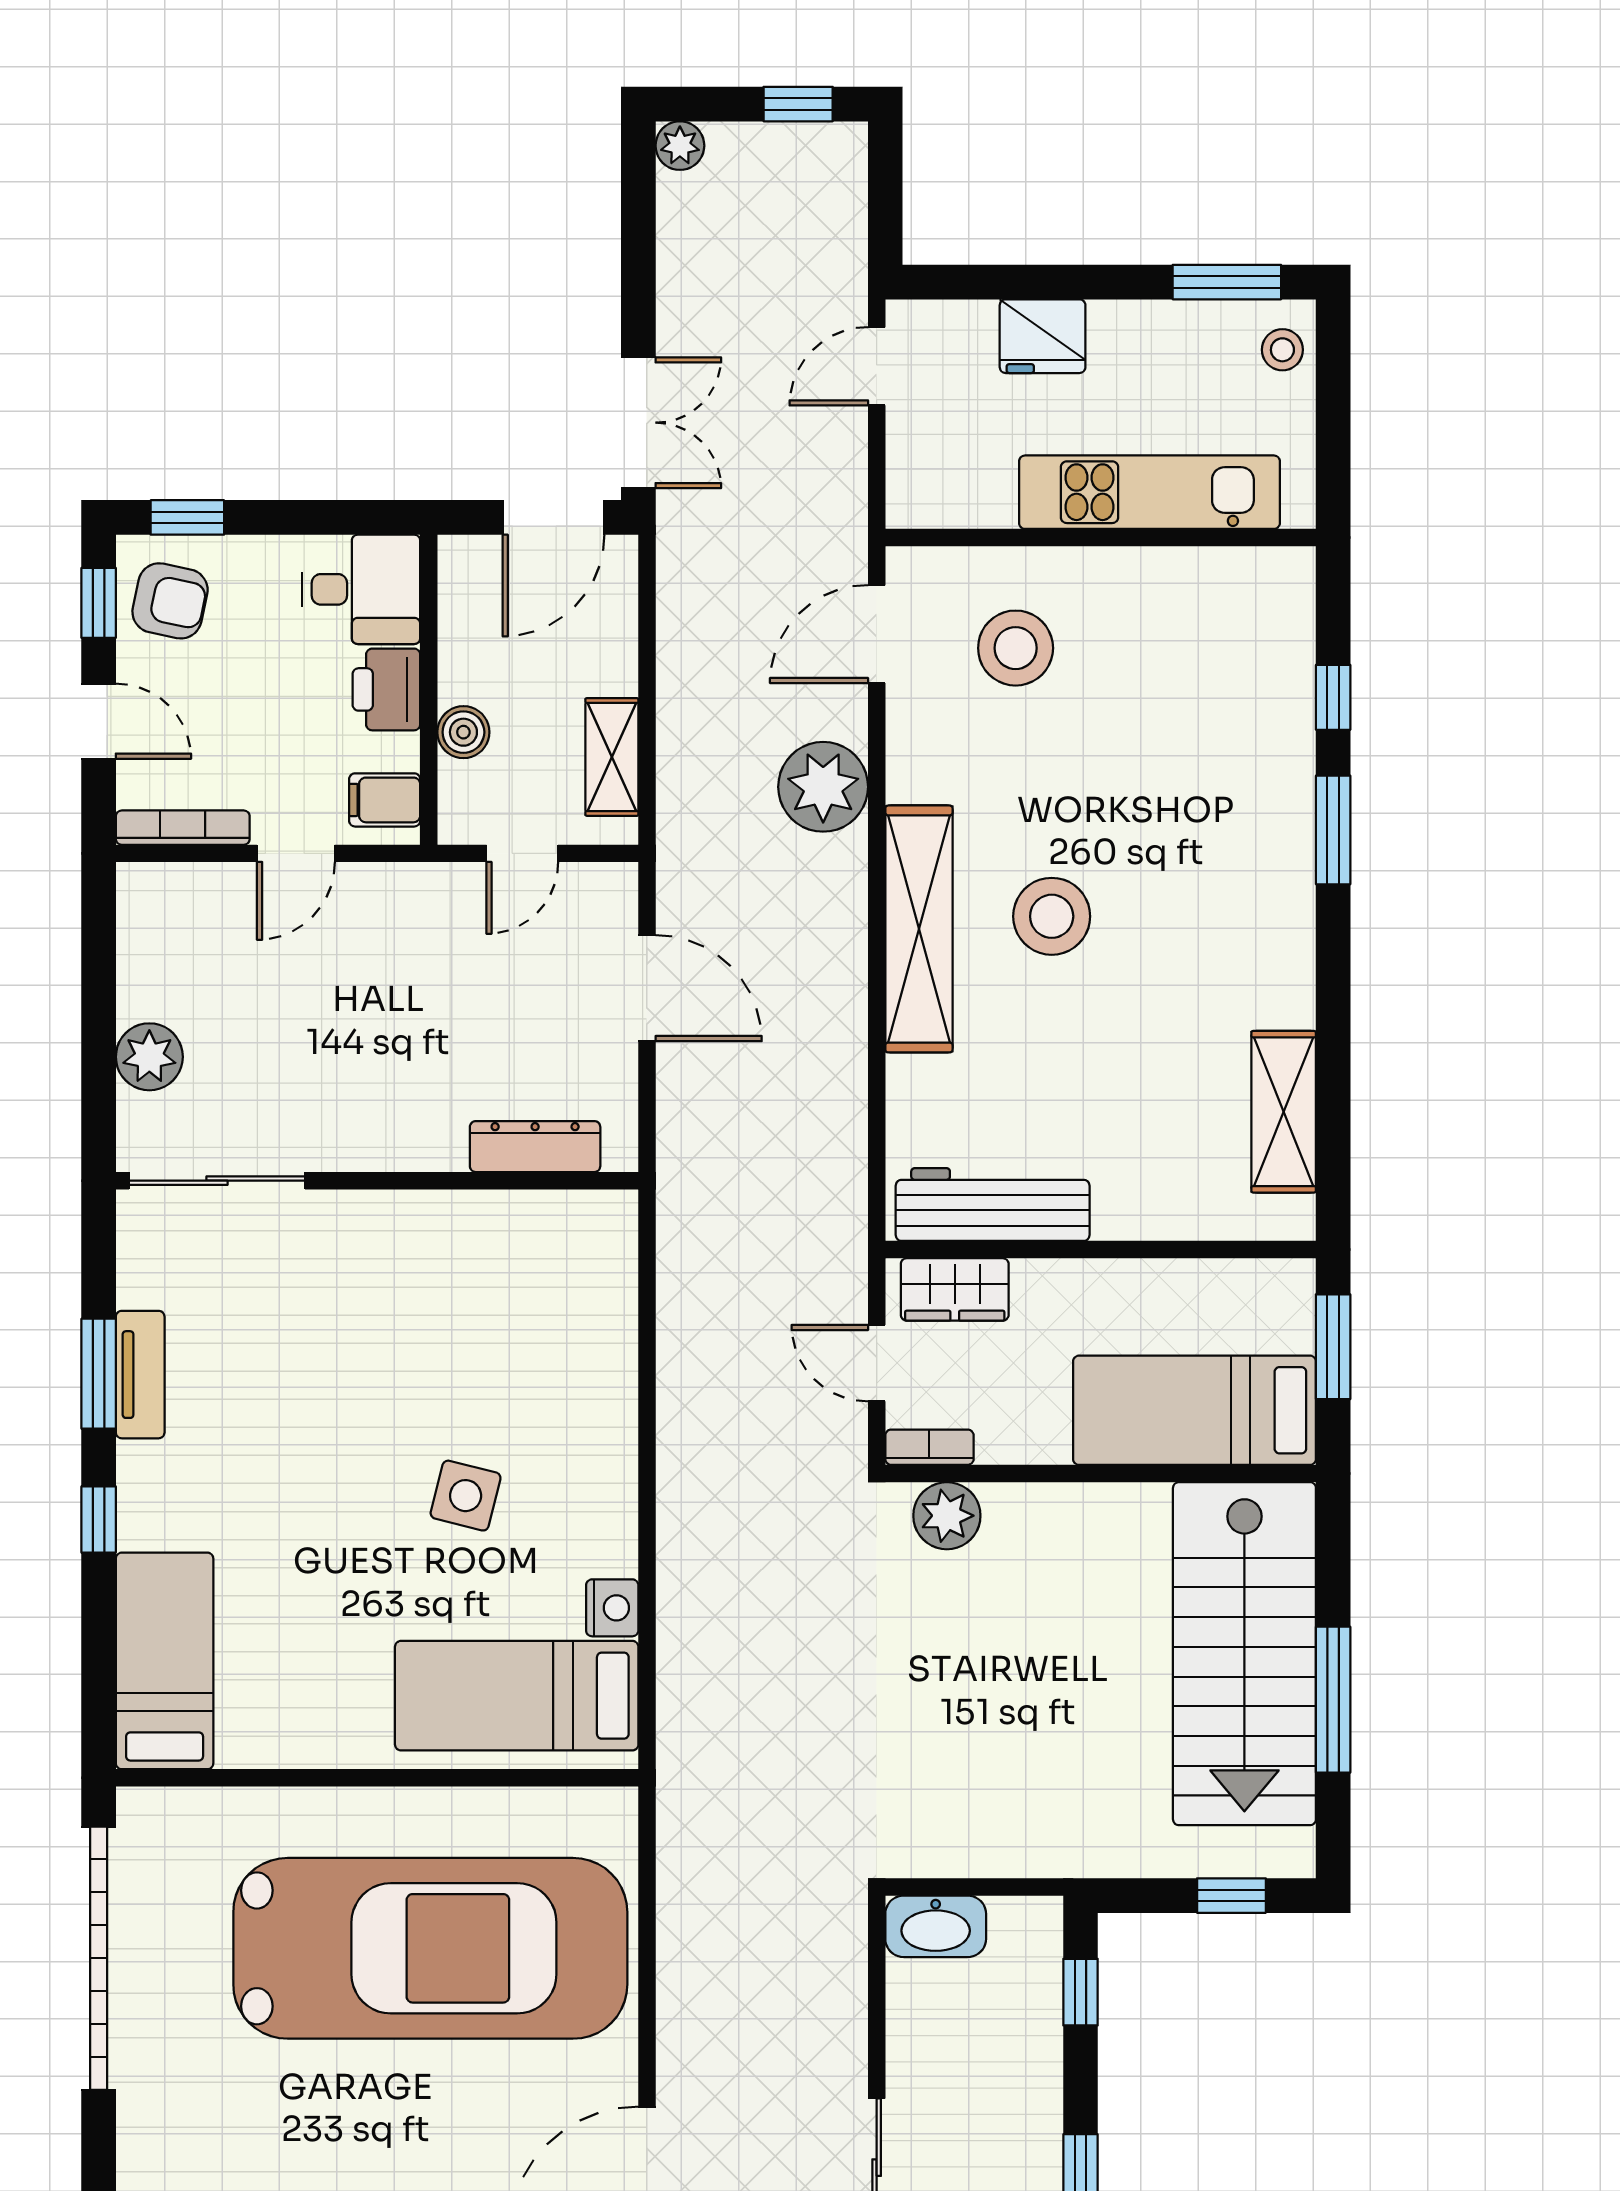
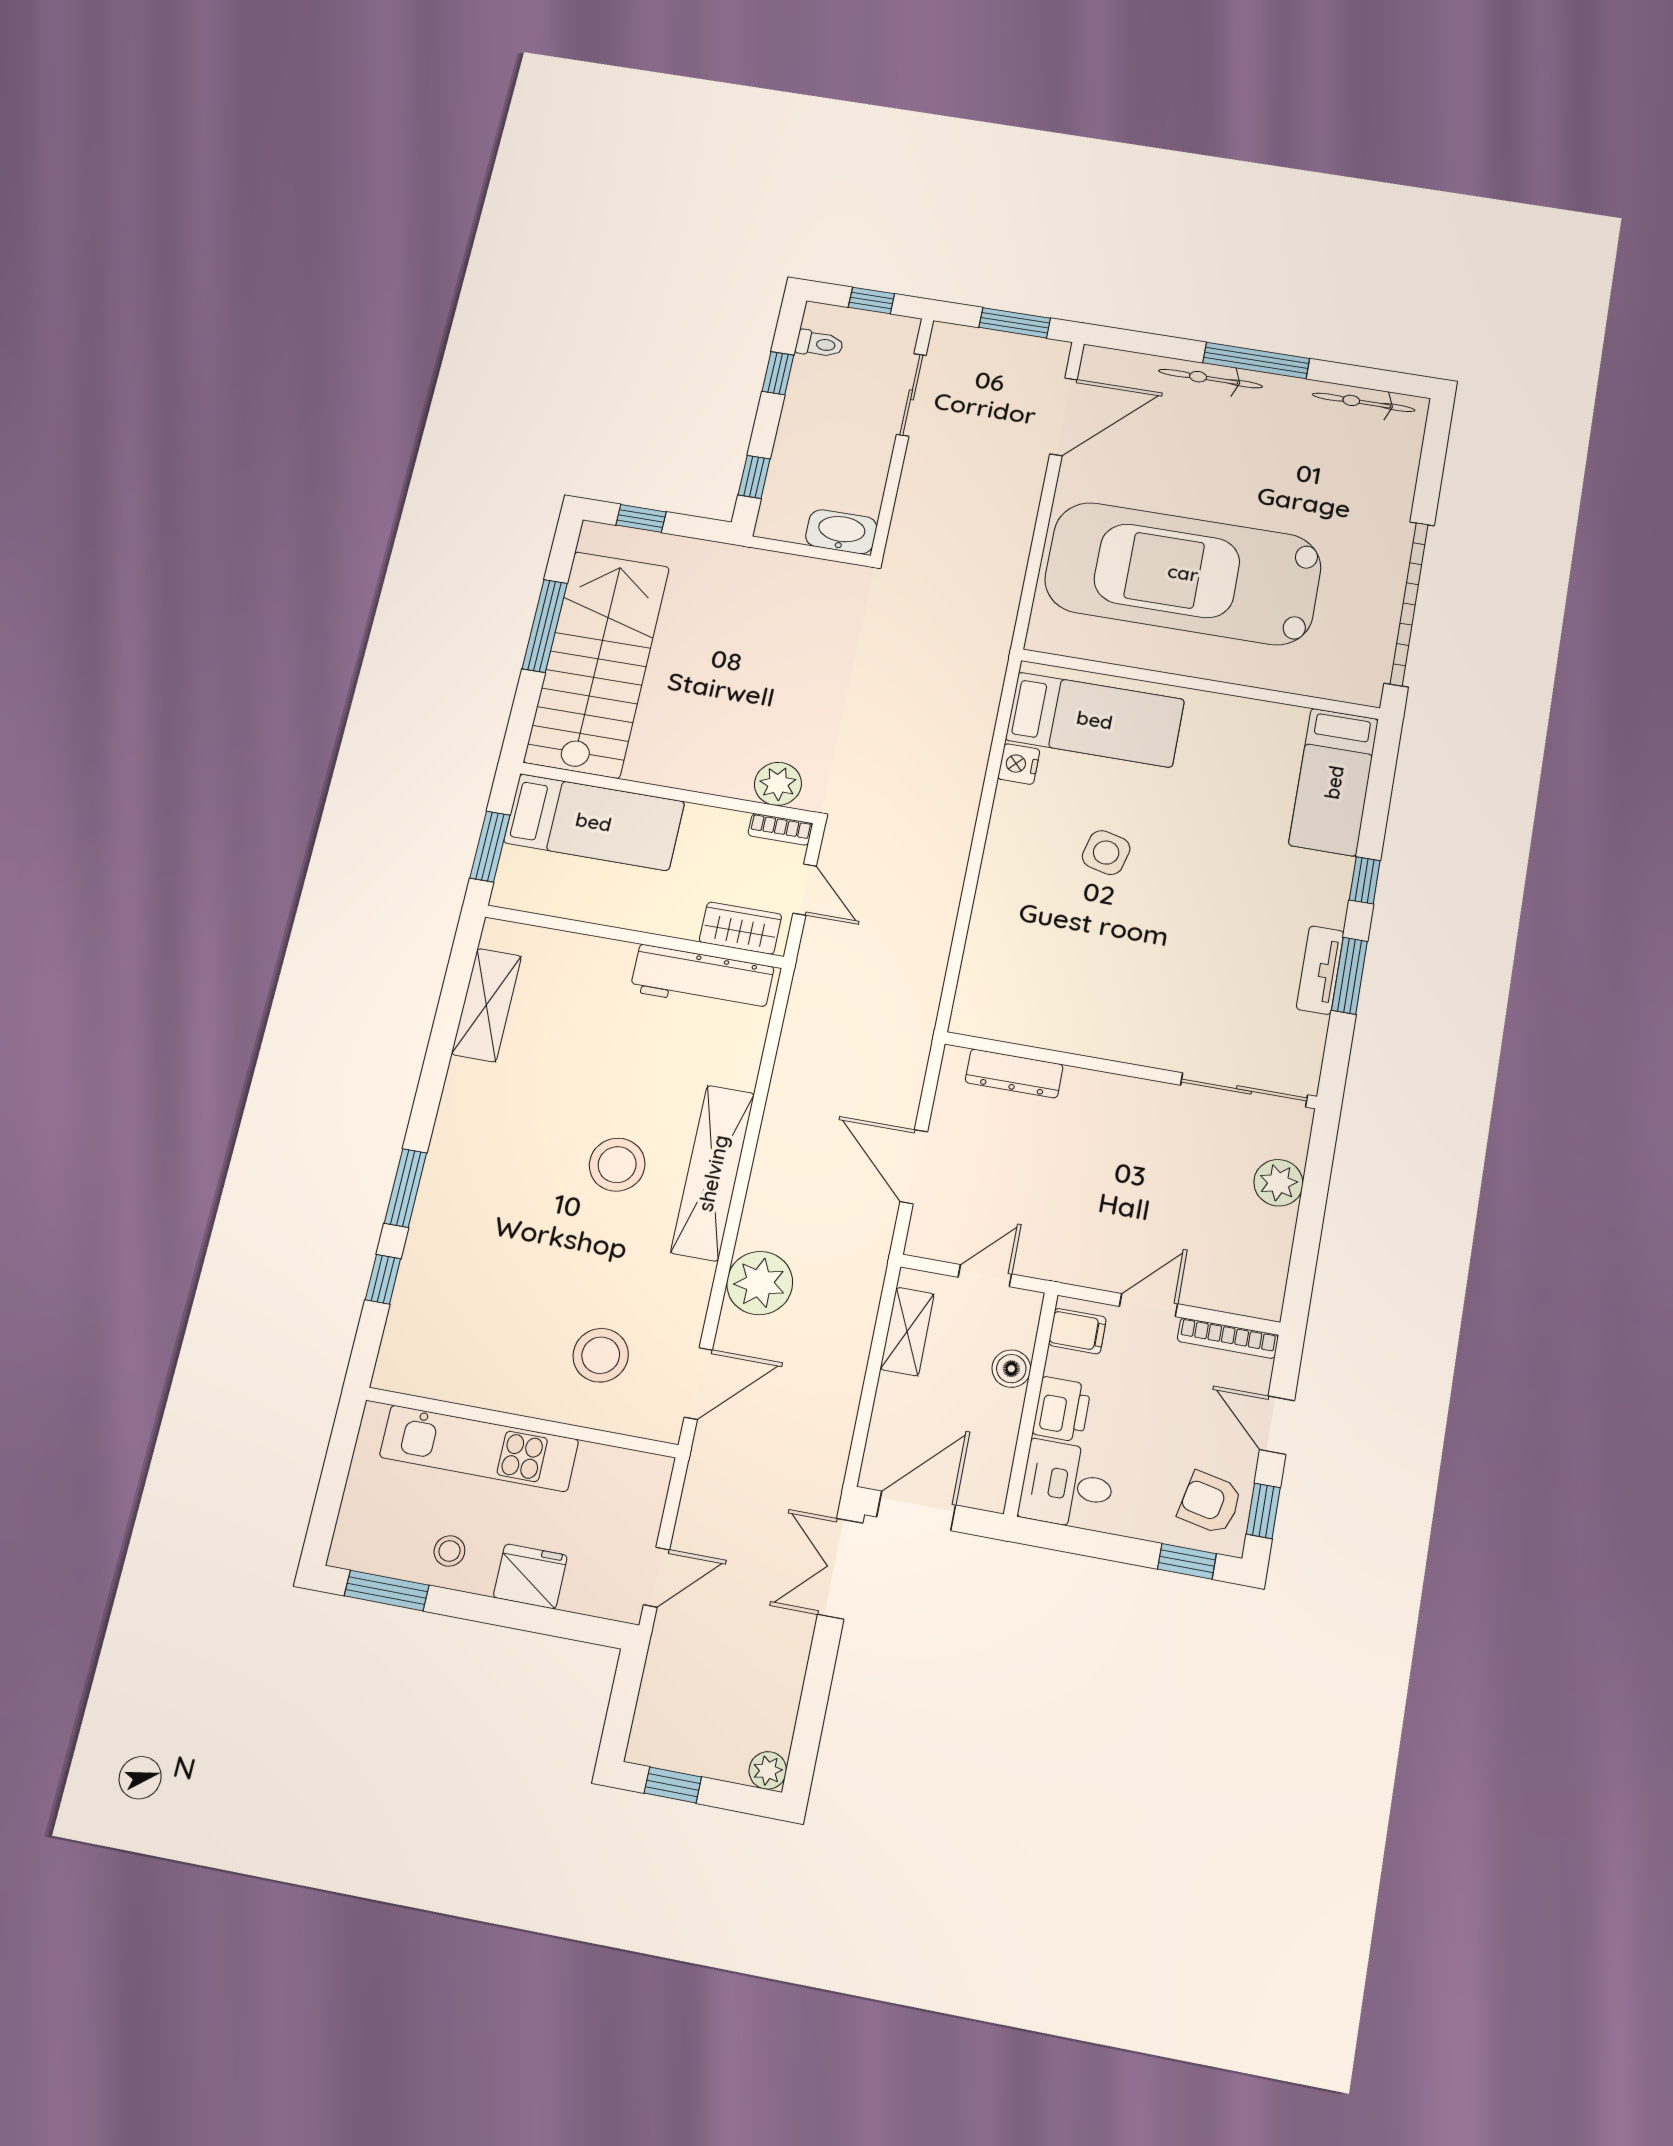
stool: (1282, 350) -> (449, 1551), moved

